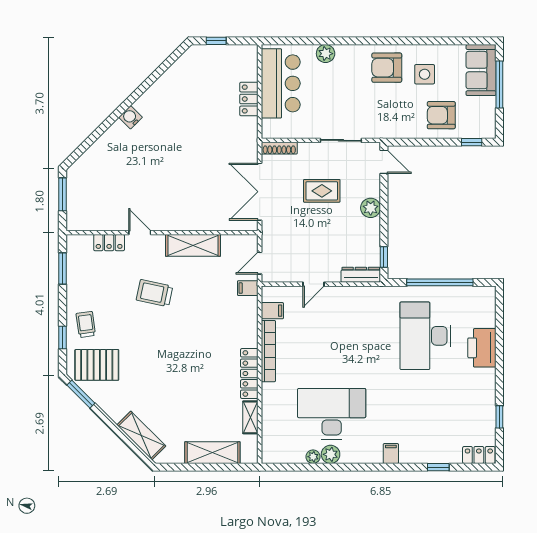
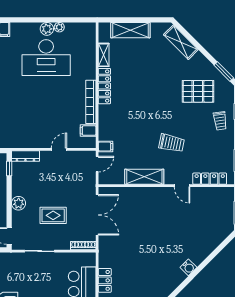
locker: (109, 243) -> (210, 179), width x1.53
pallet: (97, 365) -> (198, 91), moved

